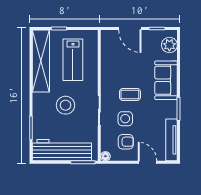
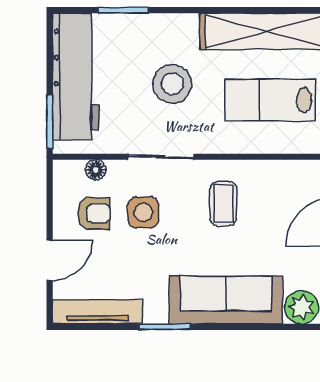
sofa: (166, 80) -> (226, 300), width x1.36
coffee table: (130, 94) -> (223, 204), moved
armchair: (126, 142) -> (94, 214), turned -90
floor lamp: (105, 156) -> (96, 170), moved

